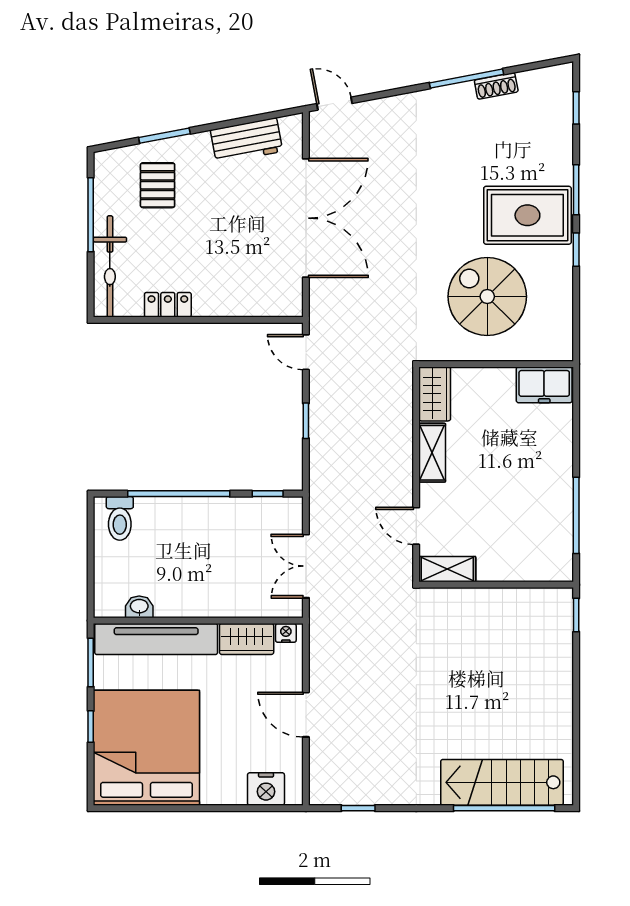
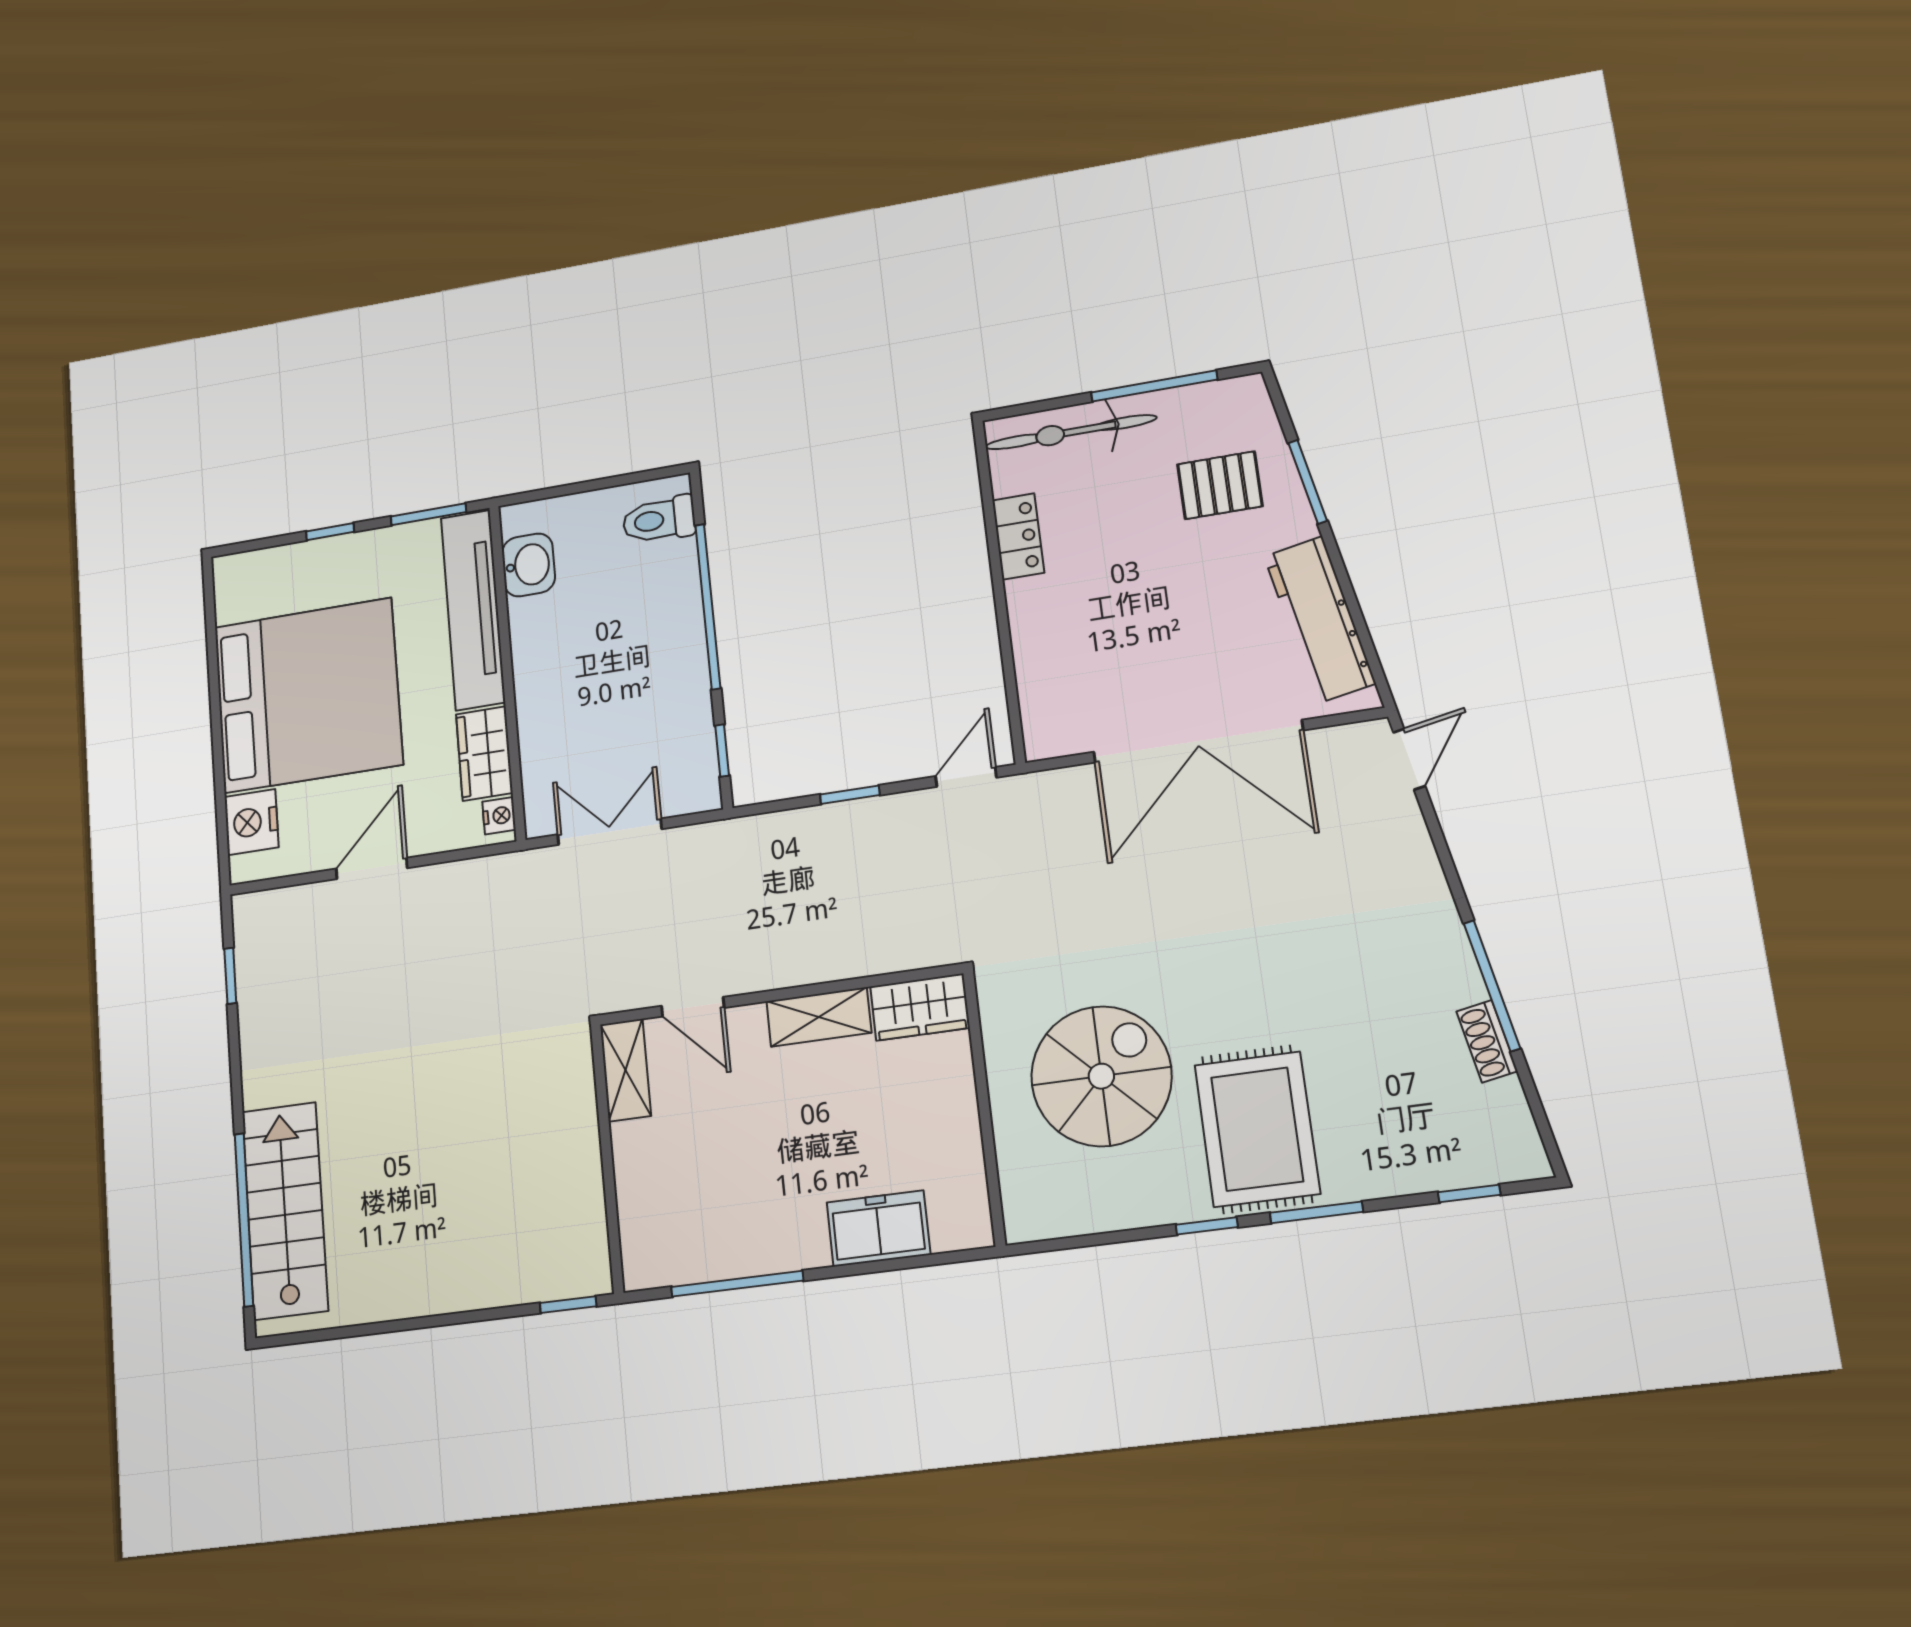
workbench: (247, 141) -> (1320, 620), width x1.38
freezer: (544, 385) -> (878, 1228), moved, turned 90
door: (416, 526) -> (693, 1007), swing flipped
washbasin: (139, 607) -> (528, 565), width x1.38, depth x1.45
bed: (146, 748) -> (308, 695), moved

